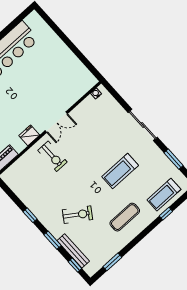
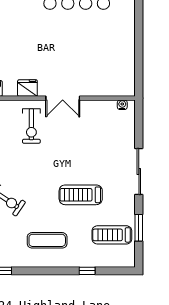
treadmill: (164, 195) -> (112, 235), moved

